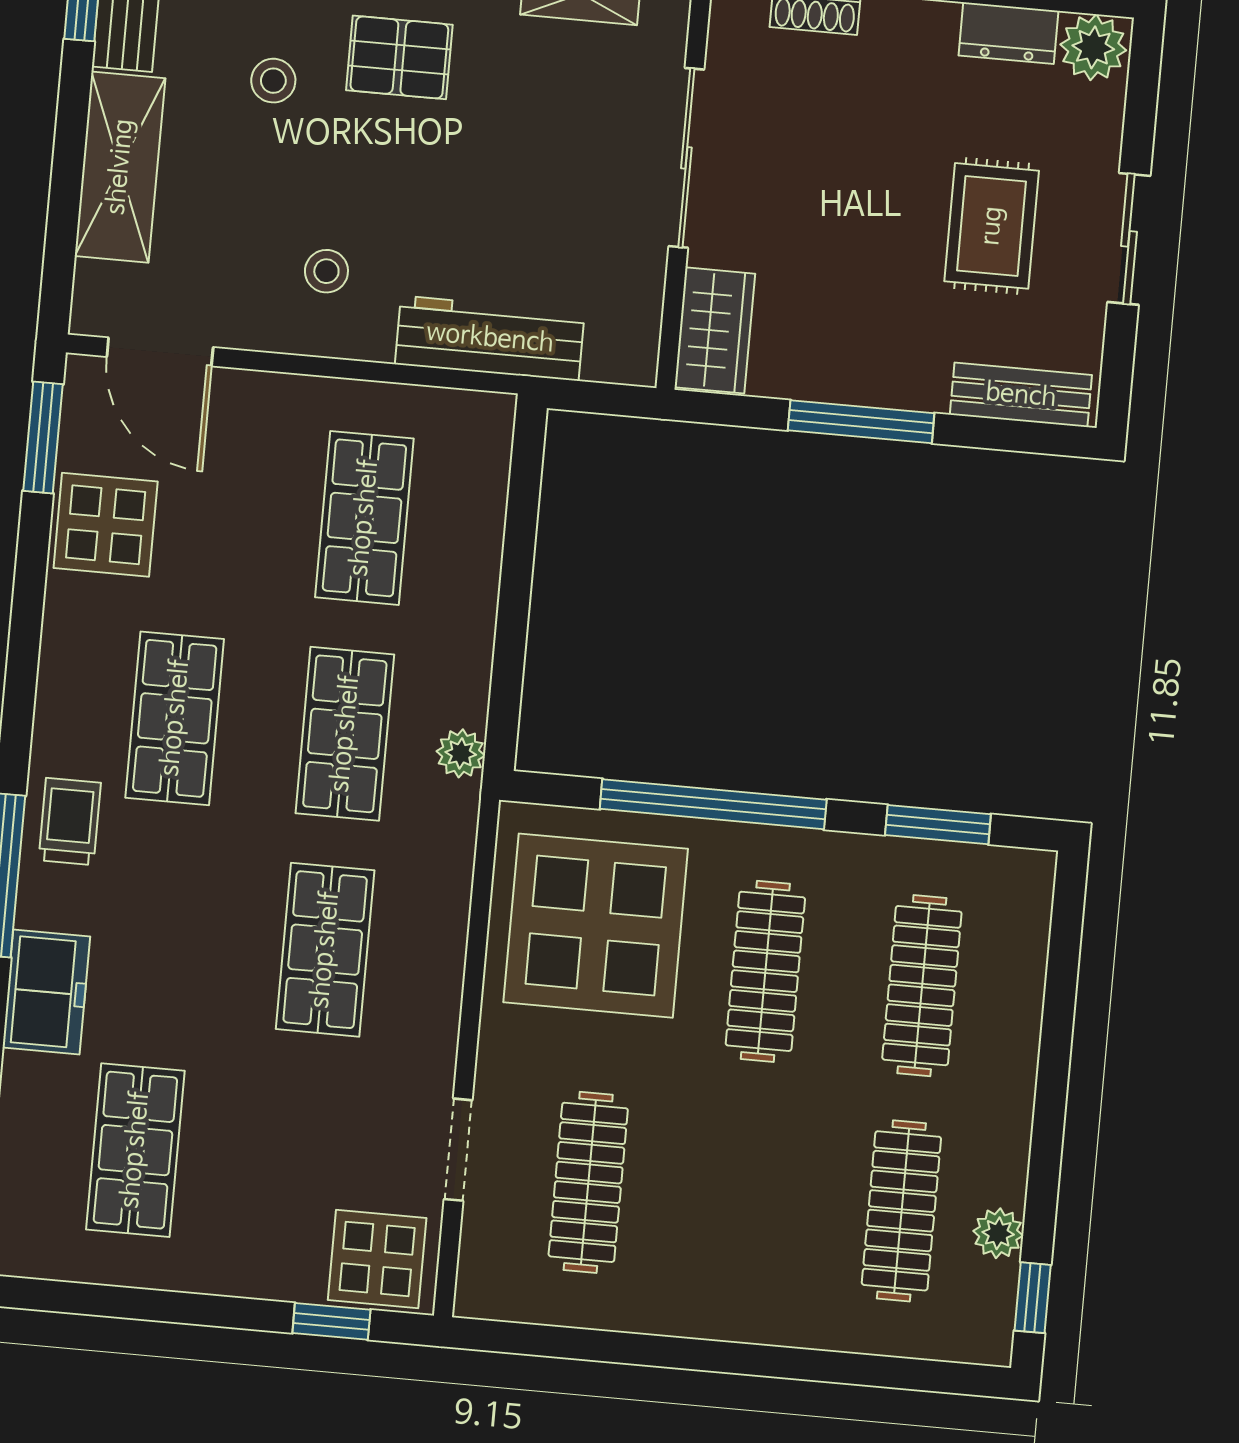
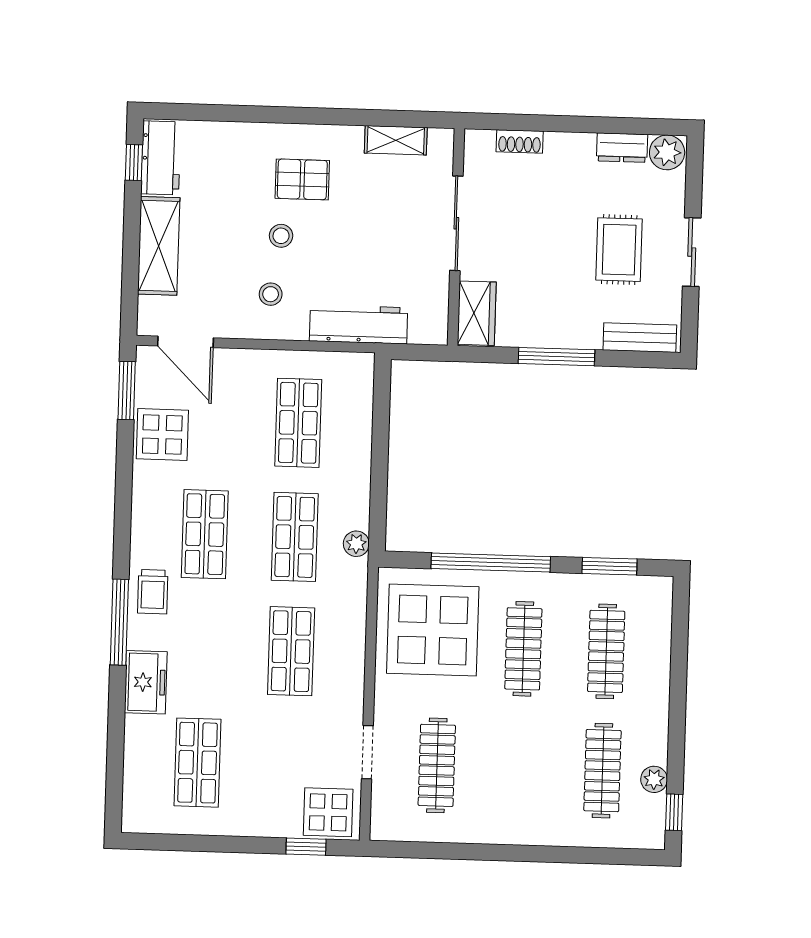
stool: (273, 81) -> (281, 236), moved
trolley: (70, 821) -> (153, 592), turned 180

